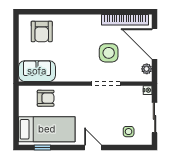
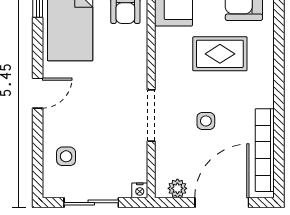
rug: (71, 45) -> (220, 54), added
side table: (109, 53) -> (206, 121), width x0.54, depth x0.54

